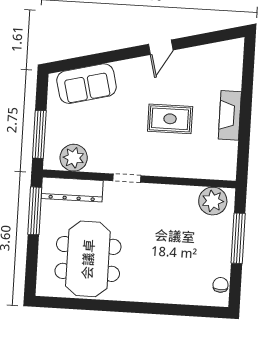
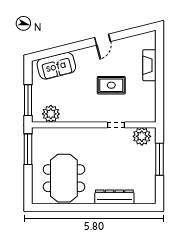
fireplace: (230, 115) -> (149, 65), moved
doorway: (127, 178) -> (116, 125), moved
dresser: (72, 190) -> (114, 197), moved, turned 180
chair: (221, 285) -> (150, 190), removed

